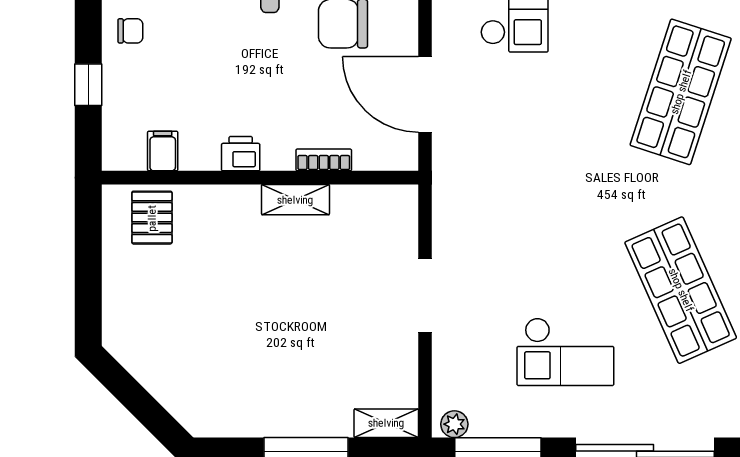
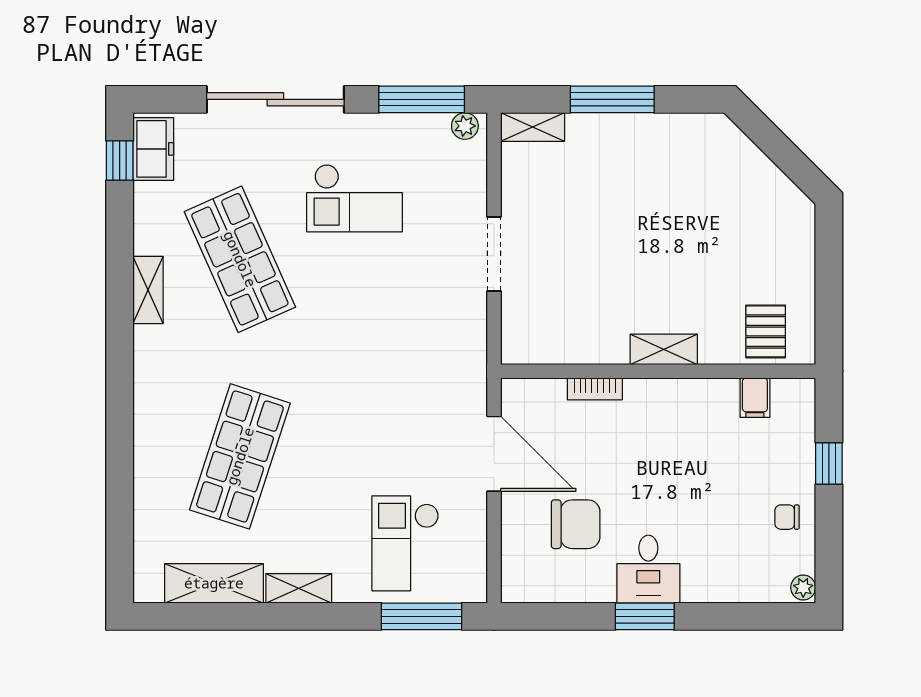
printer: (241, 154) -> (677, 395), removed
shelving: (295, 200) -> (664, 349), moved
checkout: (565, 352) -> (355, 198), turned 180

